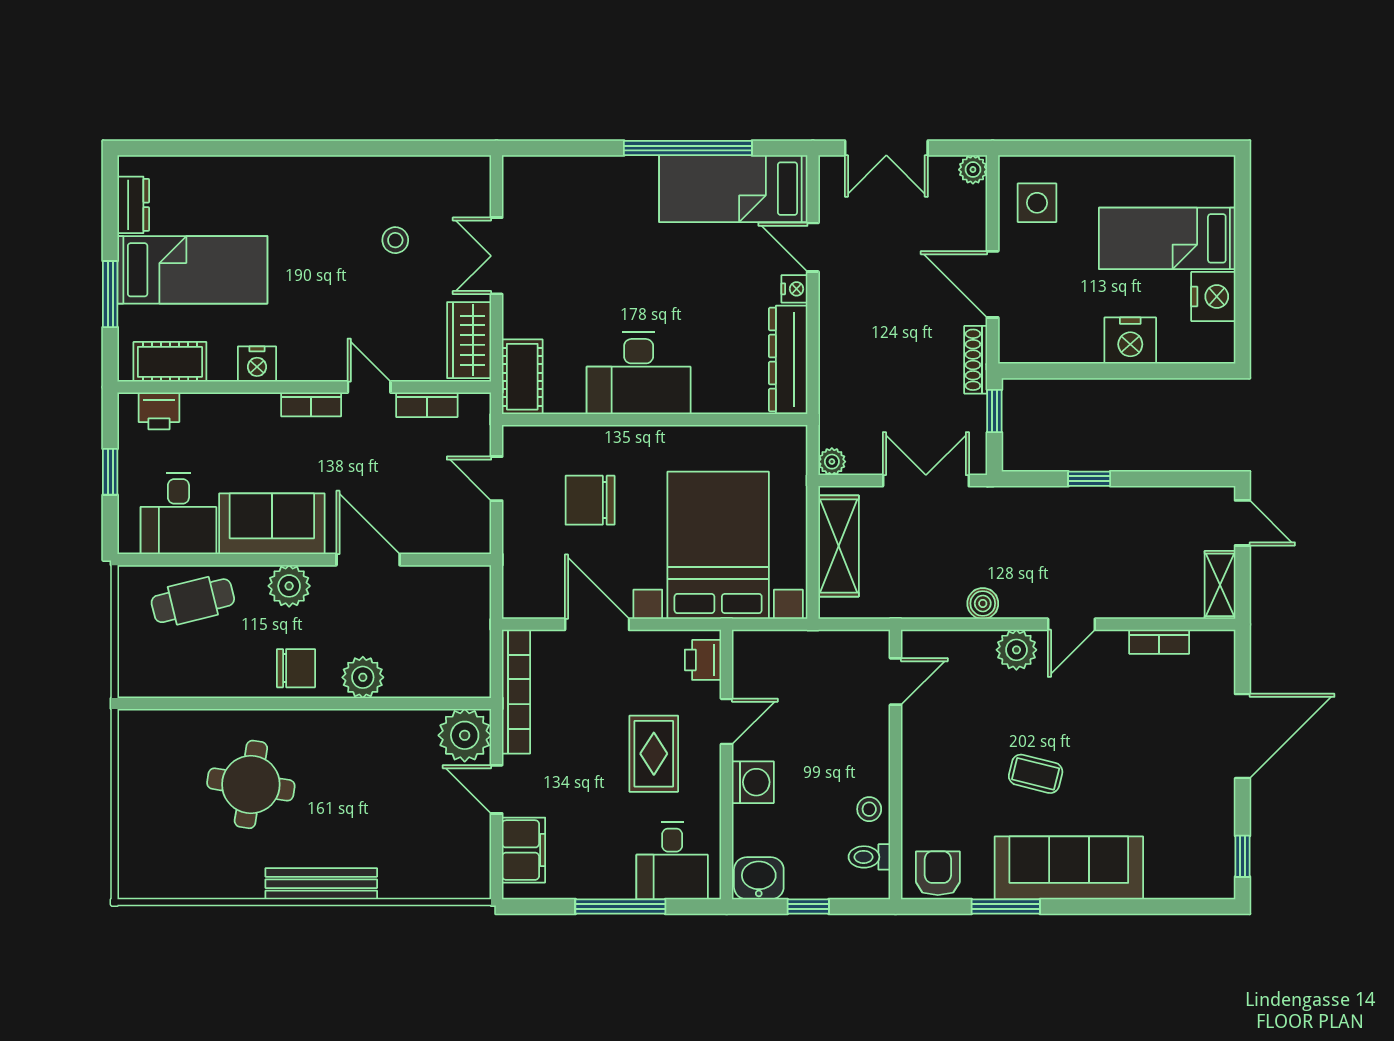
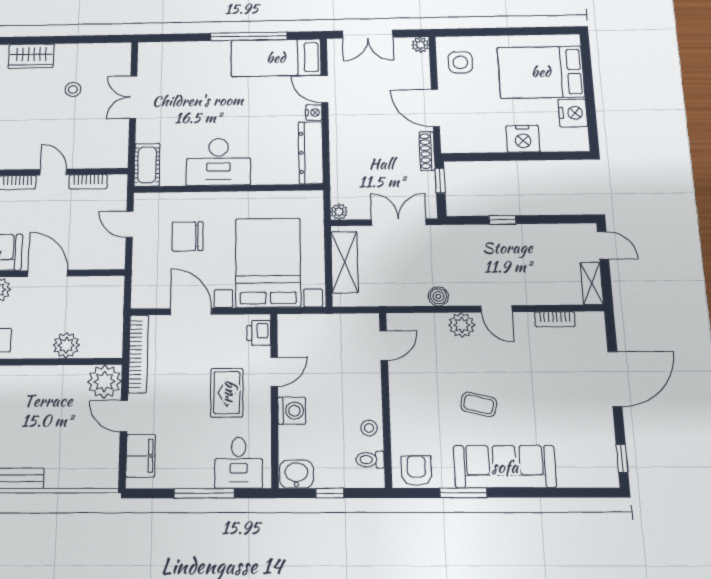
bed: (1167, 238) -> (541, 72), width x1.50
wardrobe: (469, 340) -> (31, 56), moved, turned -90
door: (1071, 624) -> (497, 309), hinge flipped
plant: (363, 677) -> (66, 345), moved

